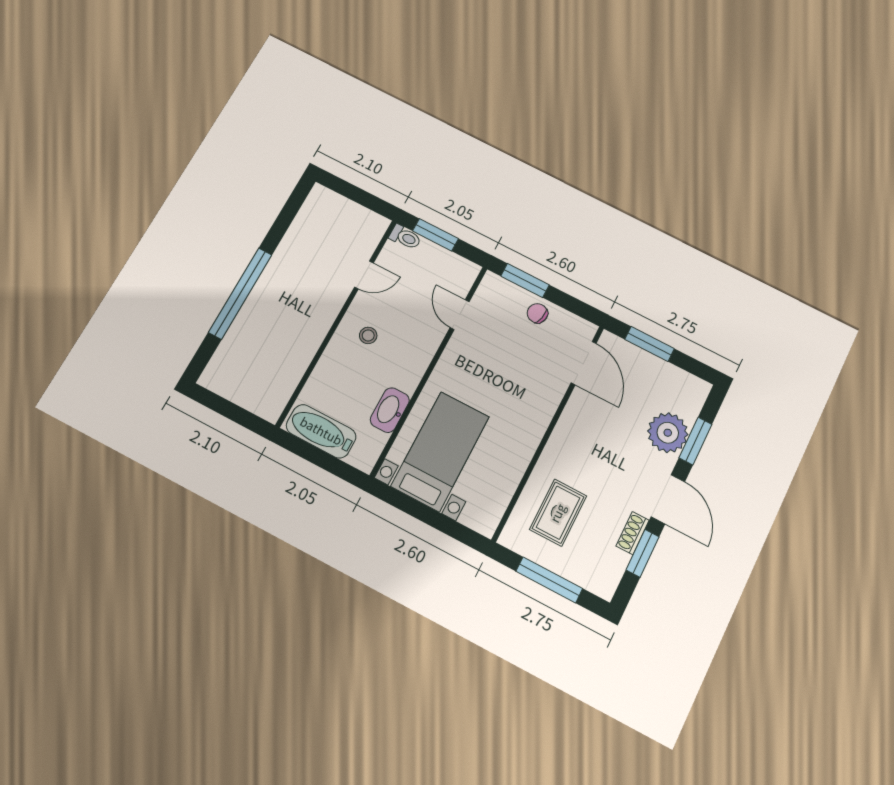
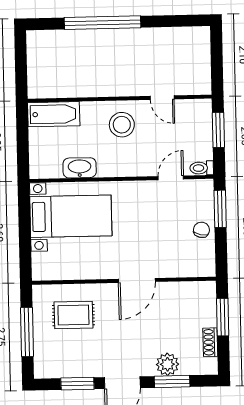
toilet: (405, 237) -> (202, 168), moved, turned 90
stool: (368, 335) -> (122, 125), width x1.89, depth x1.89
door: (584, 363) -> (137, 280), moved
bathtub: (321, 431) -> (54, 114), moved, turned 90
plant: (668, 433) -> (167, 364), width x0.73, depth x0.73
shoe rack: (633, 533) -> (210, 342), moved, turned -90

